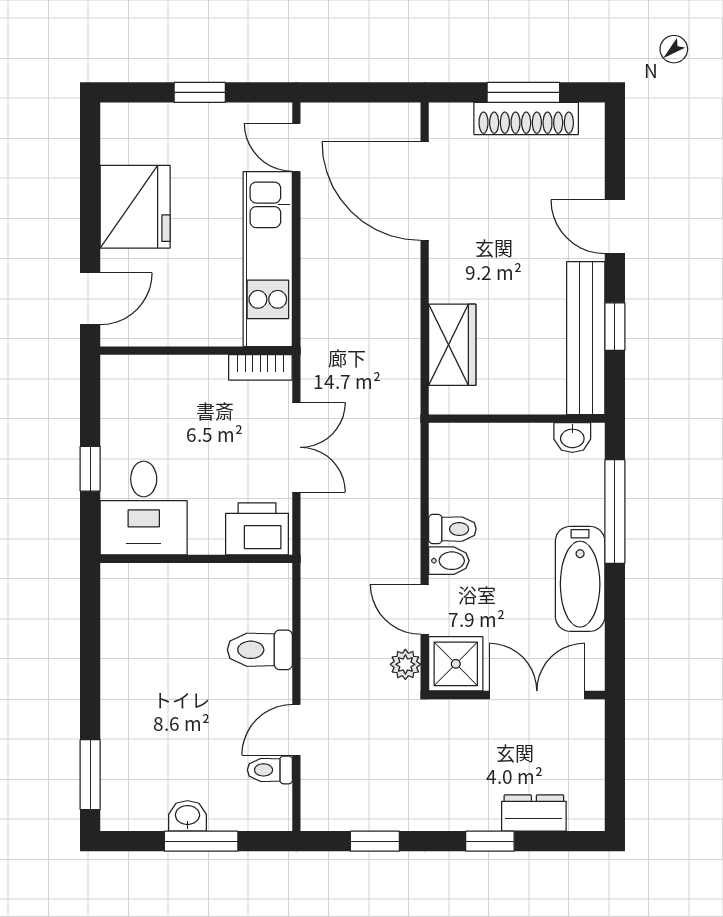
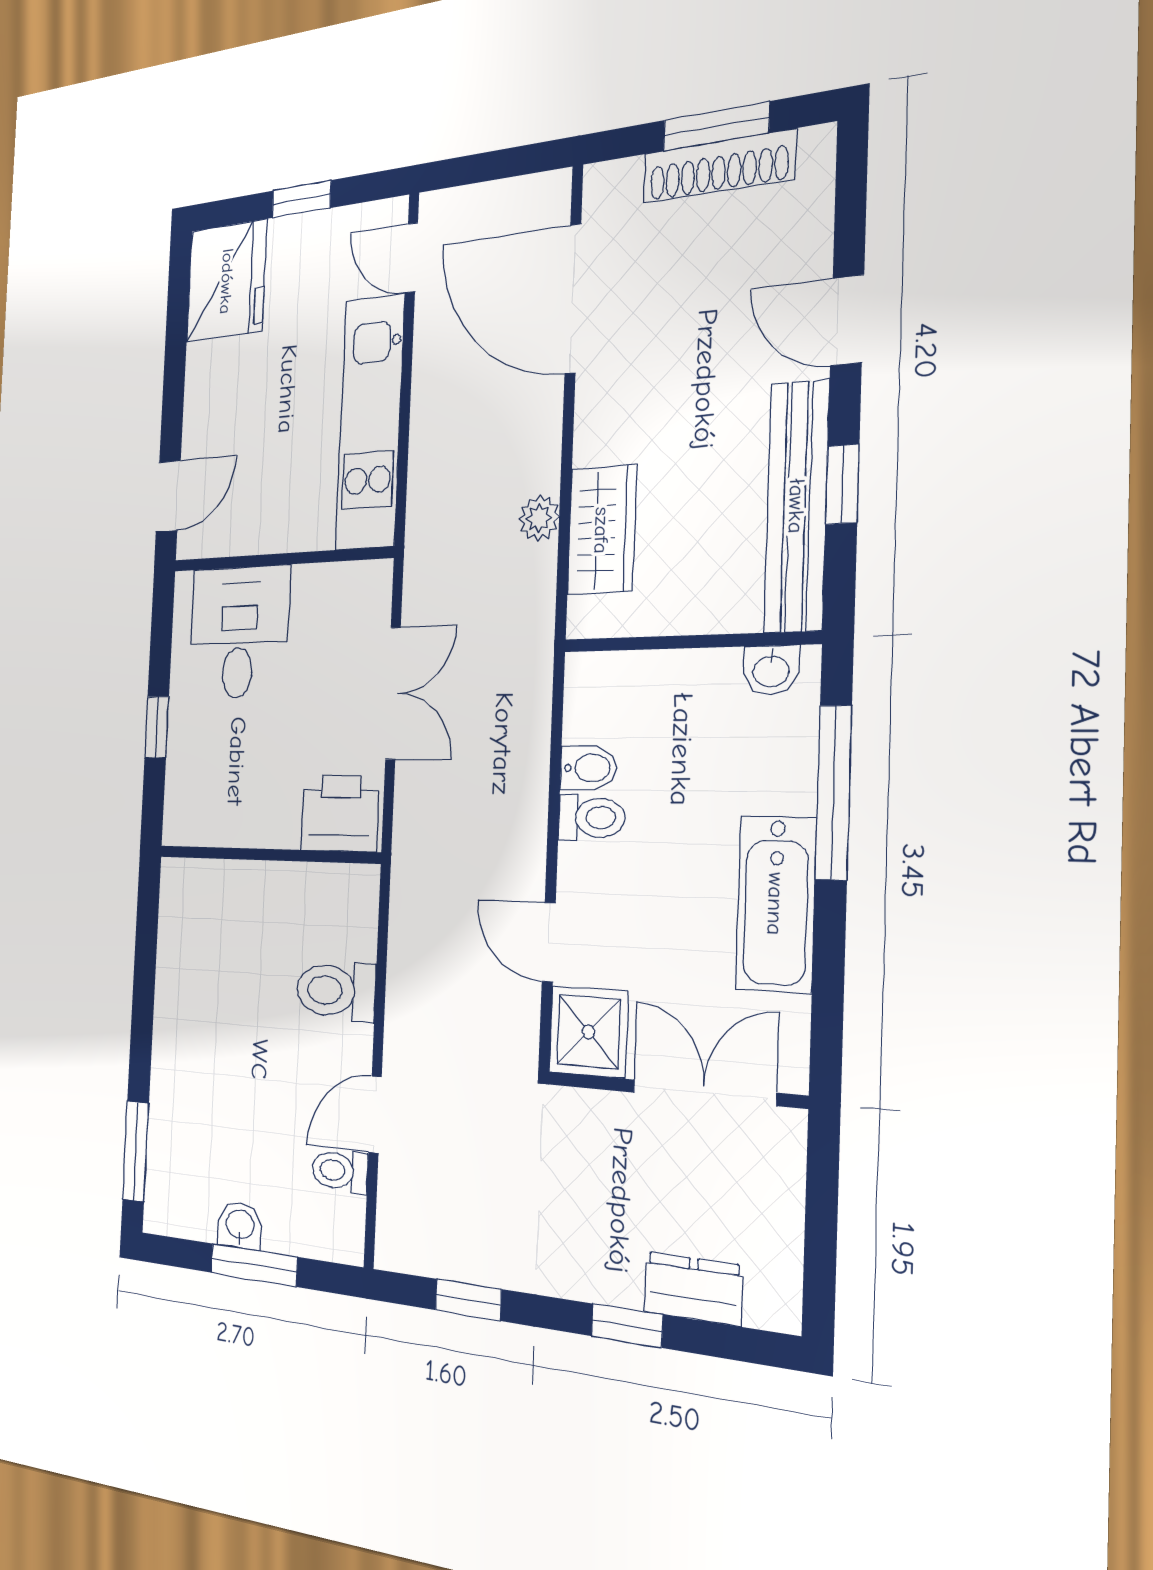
fridge: (135, 207) -> (227, 281), moved
bookcase: (260, 367) -> (354, 579), removed
desk: (144, 508) -> (239, 632), moved, turned 180
bidet: (449, 561) -> (589, 768), moved
plant: (405, 664) -> (539, 518), moved

